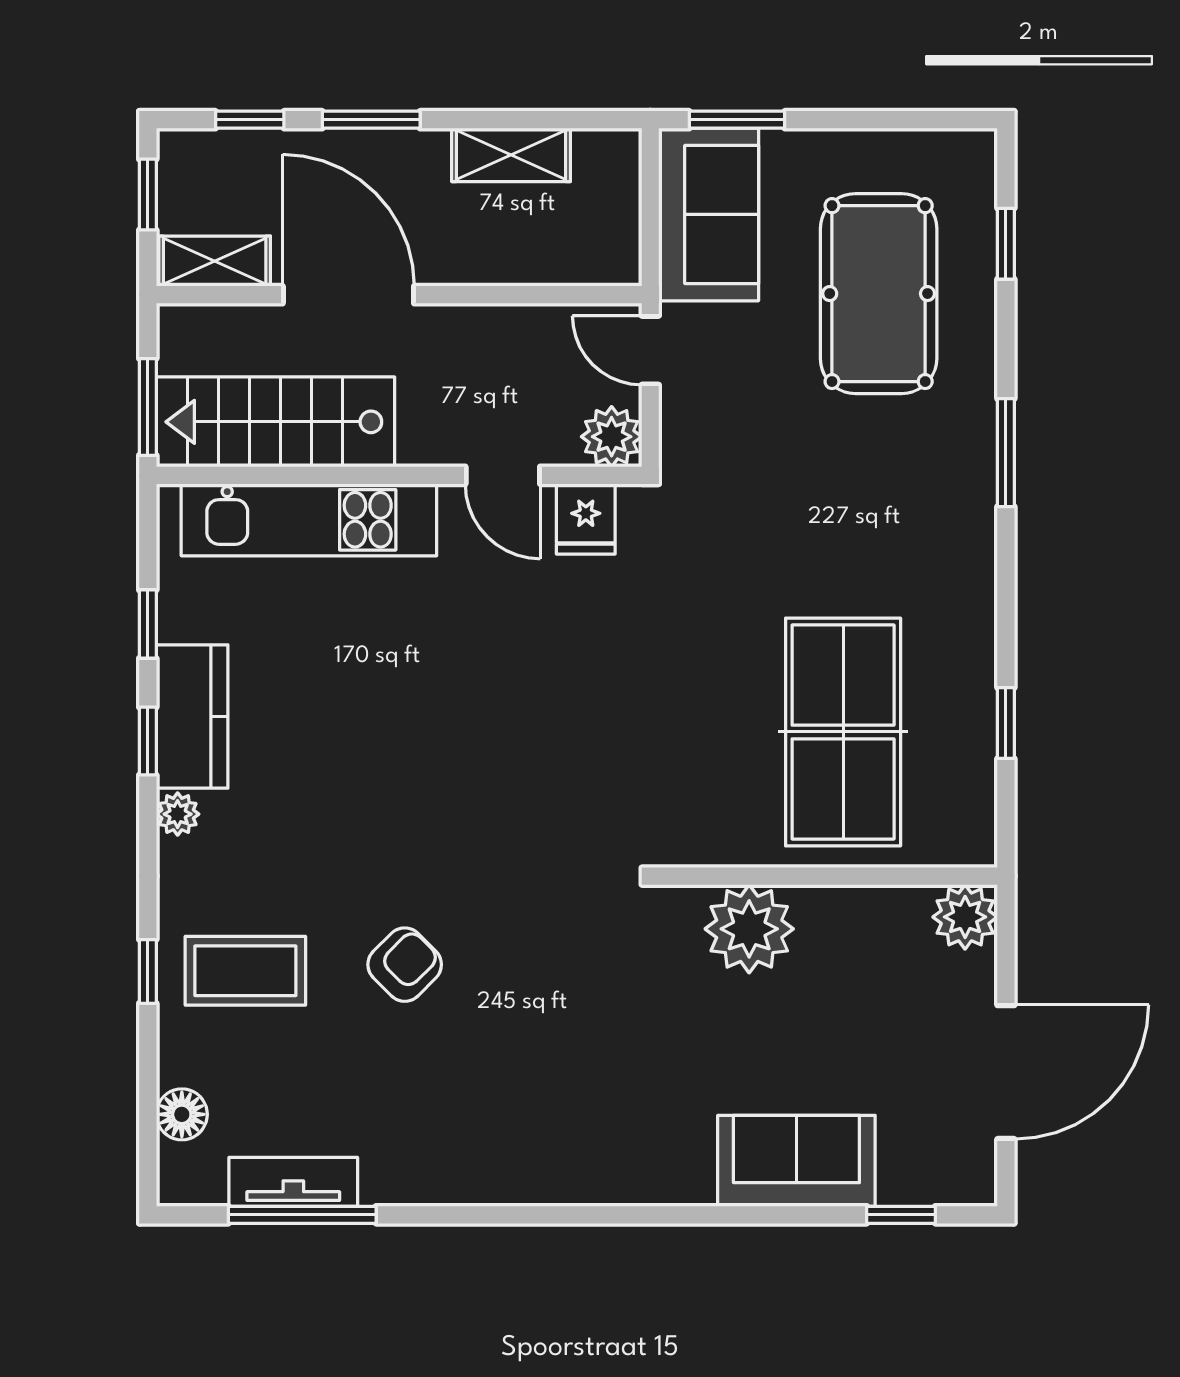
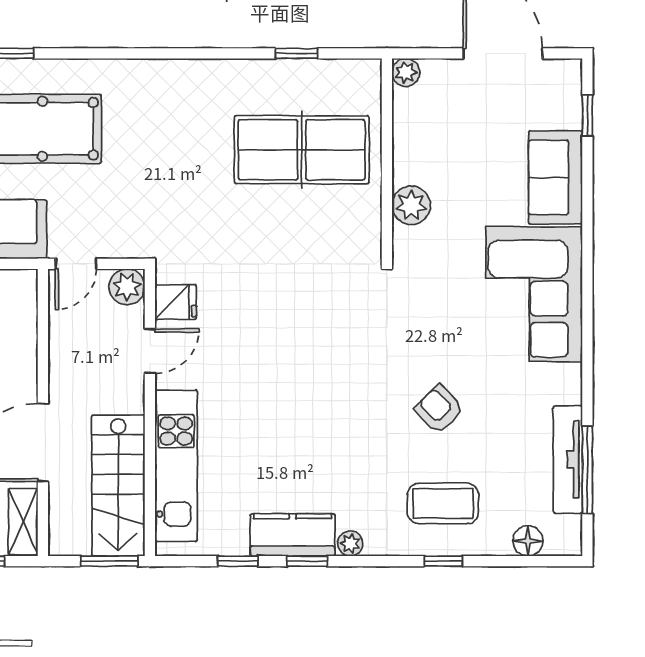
window: (1006, 453) -> (136, 53), removed
plant: (965, 917) -> (406, 72), width x0.73, depth x0.73
plant: (749, 929) -> (411, 205), width x0.73, depth x0.73
coffee table: (245, 971) -> (443, 503), turned 90
corner sofa: (599, 1125) -> (534, 294), added
tv unit: (293, 1182) -> (568, 459), width x1.41

